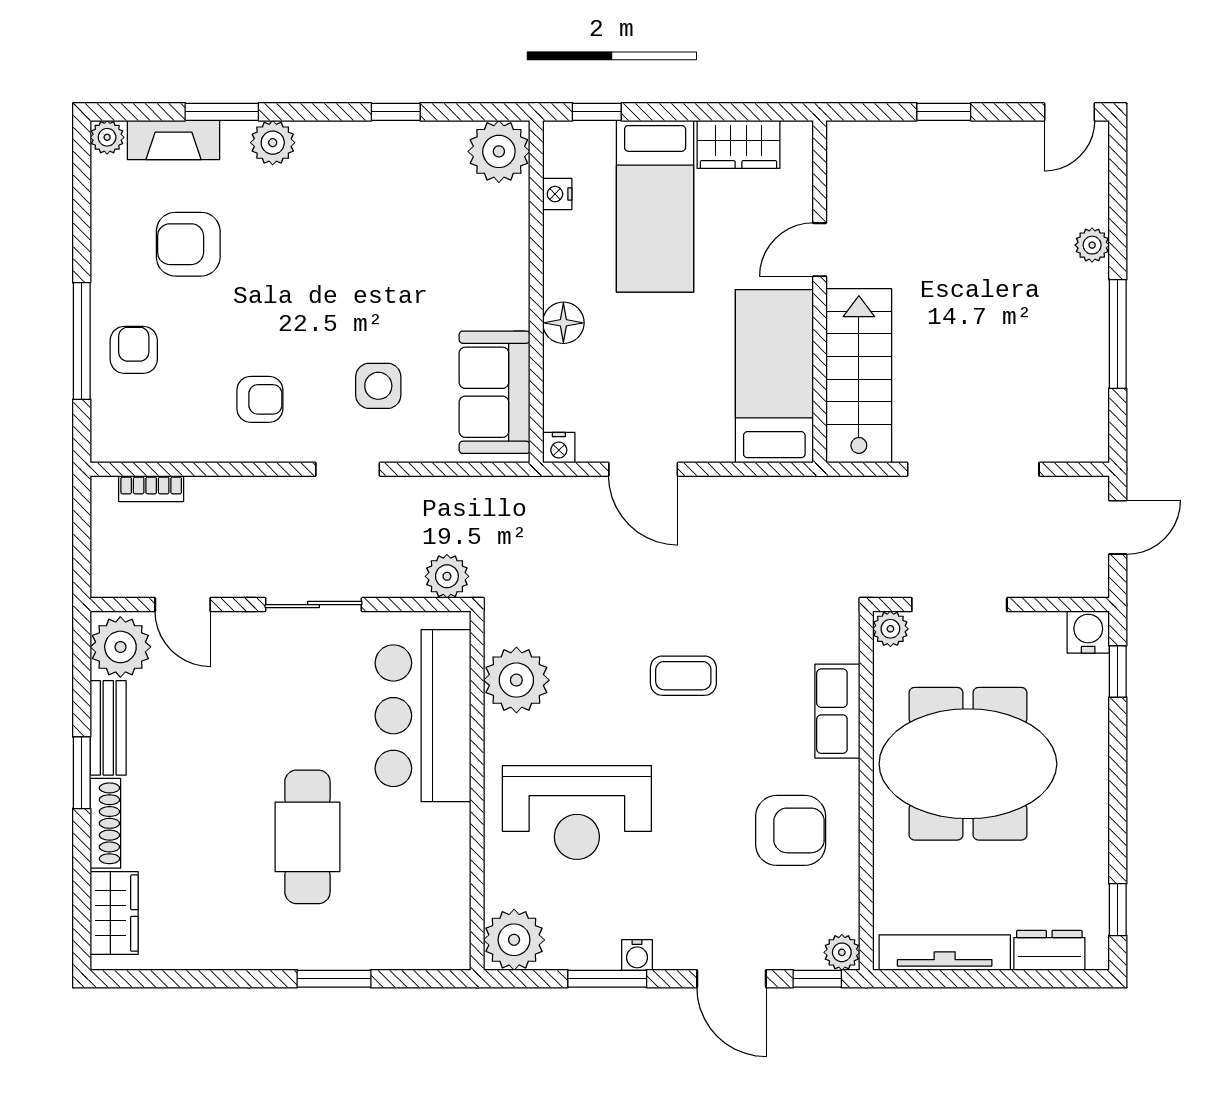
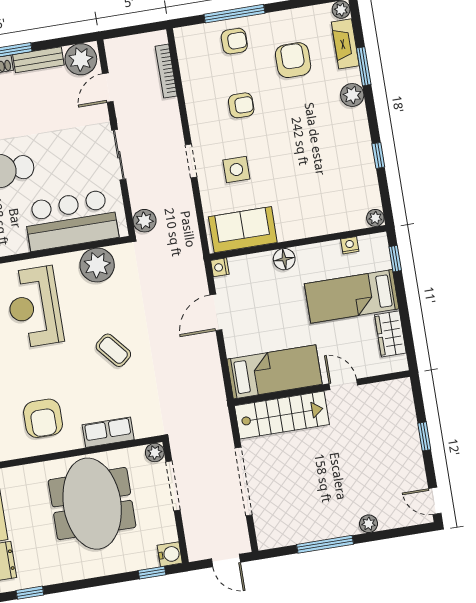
plant: (499, 151) -> (375, 218), width x0.53, depth x0.53
armchair: (260, 399) -> (241, 105), moved, turned -90
bookcase: (151, 489) -> (166, 71), width x1.56
coffee table: (683, 676) -> (113, 350), turned -40

